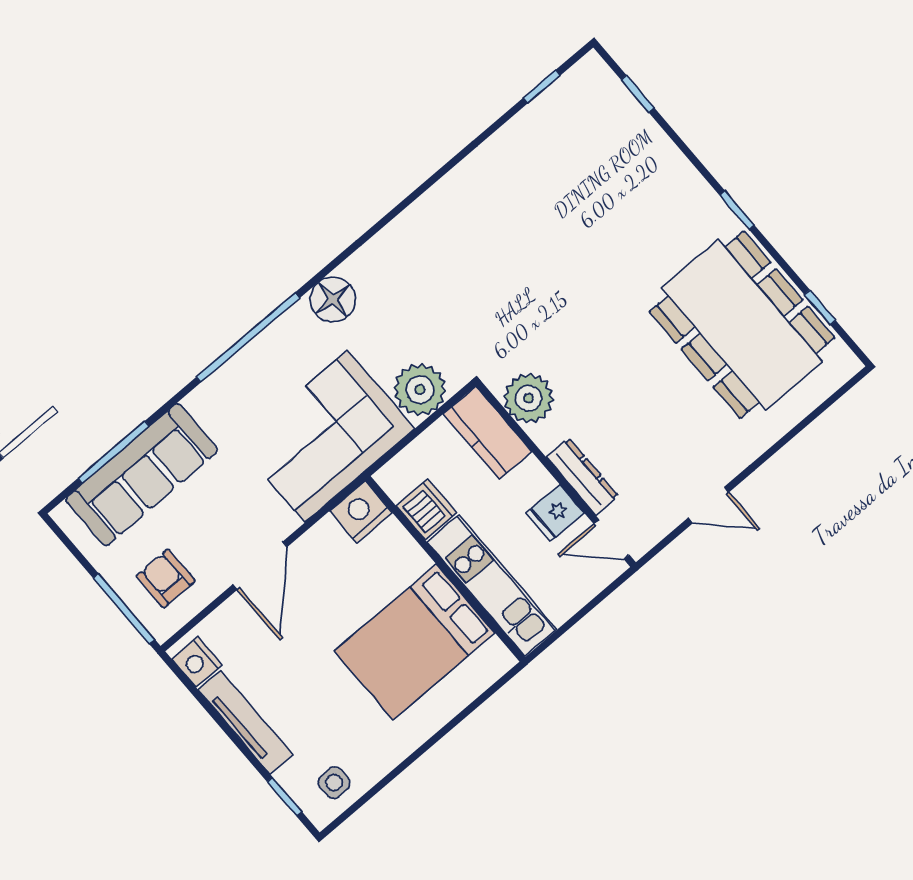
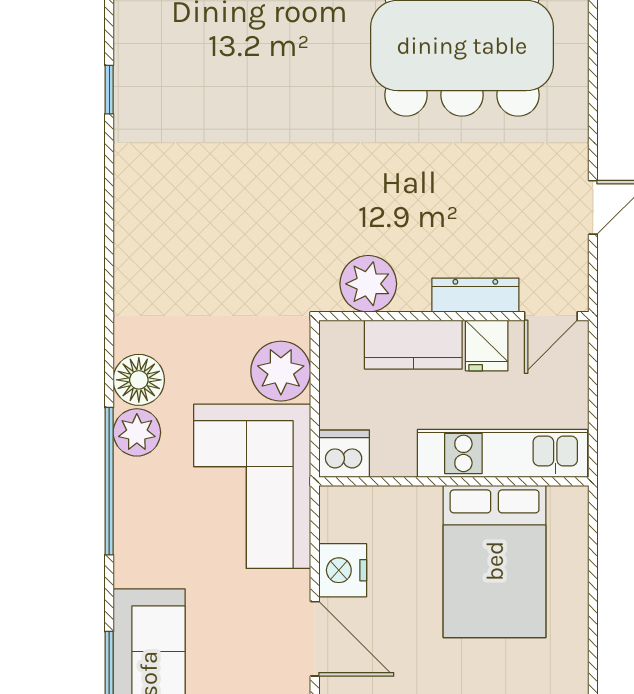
window: (542, 87) -> (109, 90), moved
plant: (296, 328) -> (137, 432), added
kitchen counter: (487, 433) -> (413, 345), moved
dishwasher: (426, 509) -> (344, 454), moved
nightstand: (361, 512) -> (343, 570), moved

